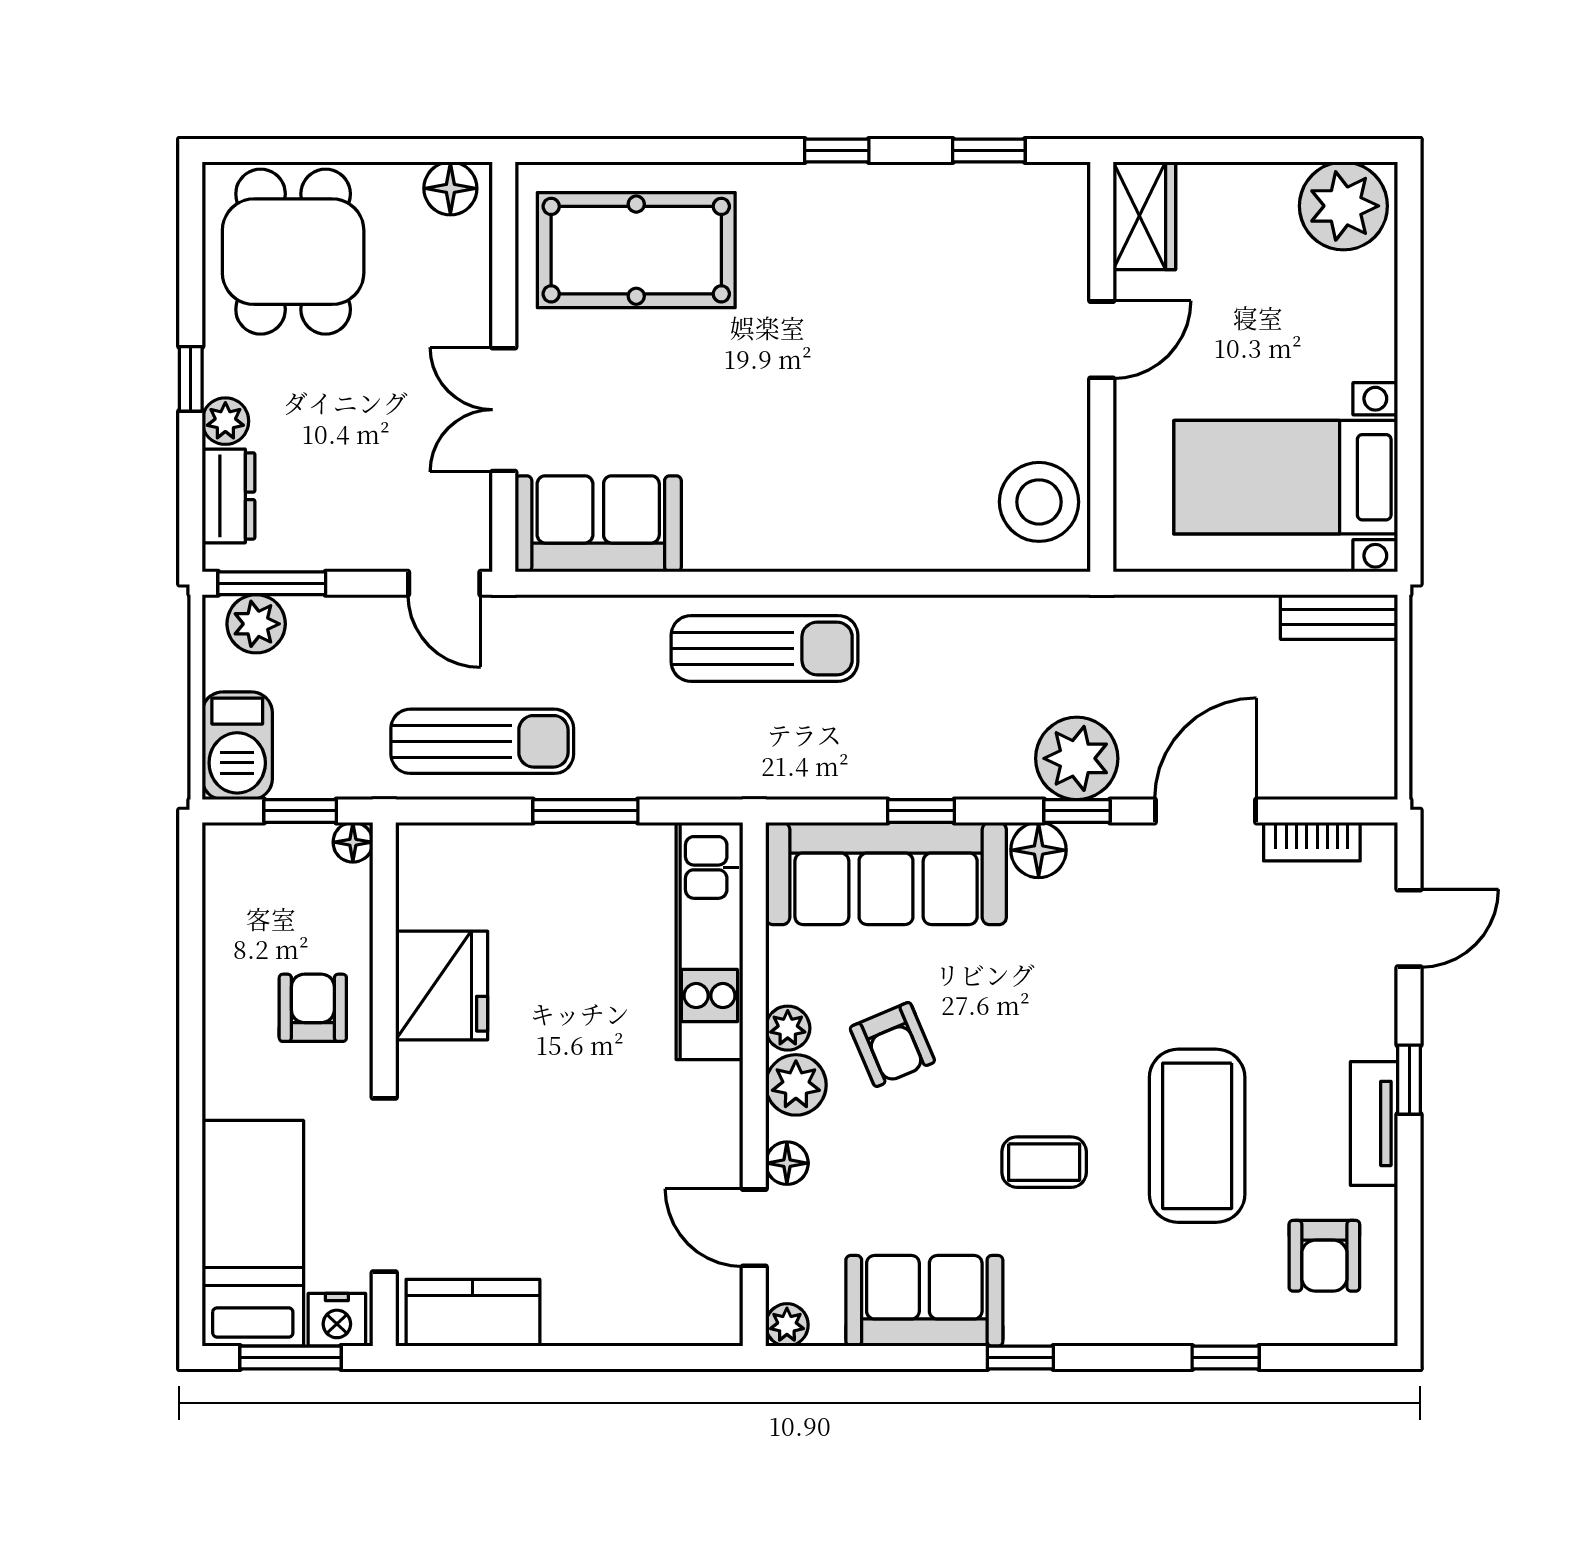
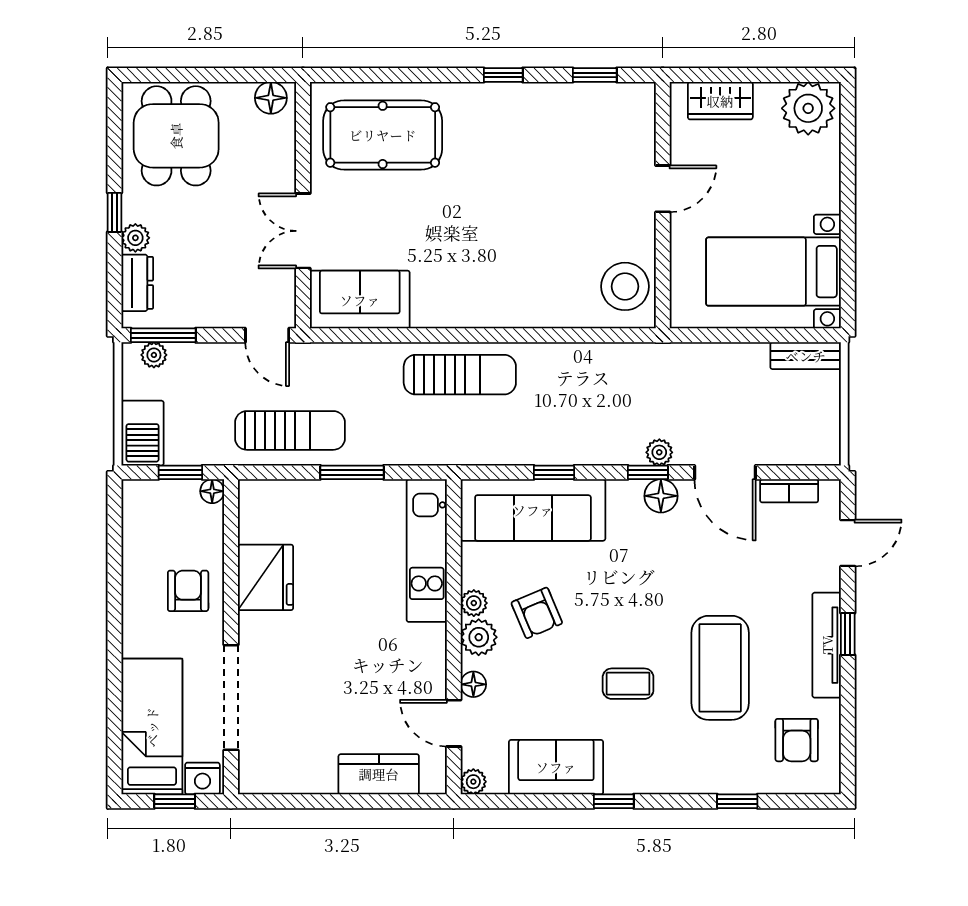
wardrobe: (1144, 216) -> (720, 101), moved, turned 90
plant: (256, 624) -> (154, 355), width x0.73, depth x0.73
plant: (1077, 758) -> (659, 452), width x0.53, depth x0.53
door: (1205, 811) -> (725, 472), swing flipped
floor lamp: (1039, 850) -> (661, 496), moved
tv unit: (1374, 1123) -> (827, 645), width x1.41
kitchen counter: (473, 1313) -> (379, 774), moved
window: (291, 1358) -> (175, 801), width x0.67

